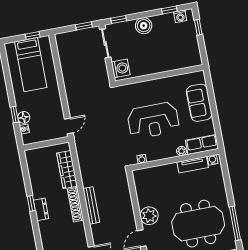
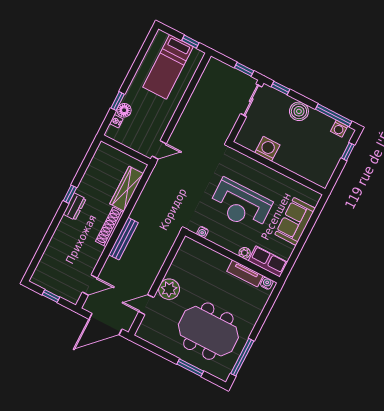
window: (169, 10) -> (334, 115), width x2.17
washing machine: (121, 68) -> (267, 149), moved, turned -90

